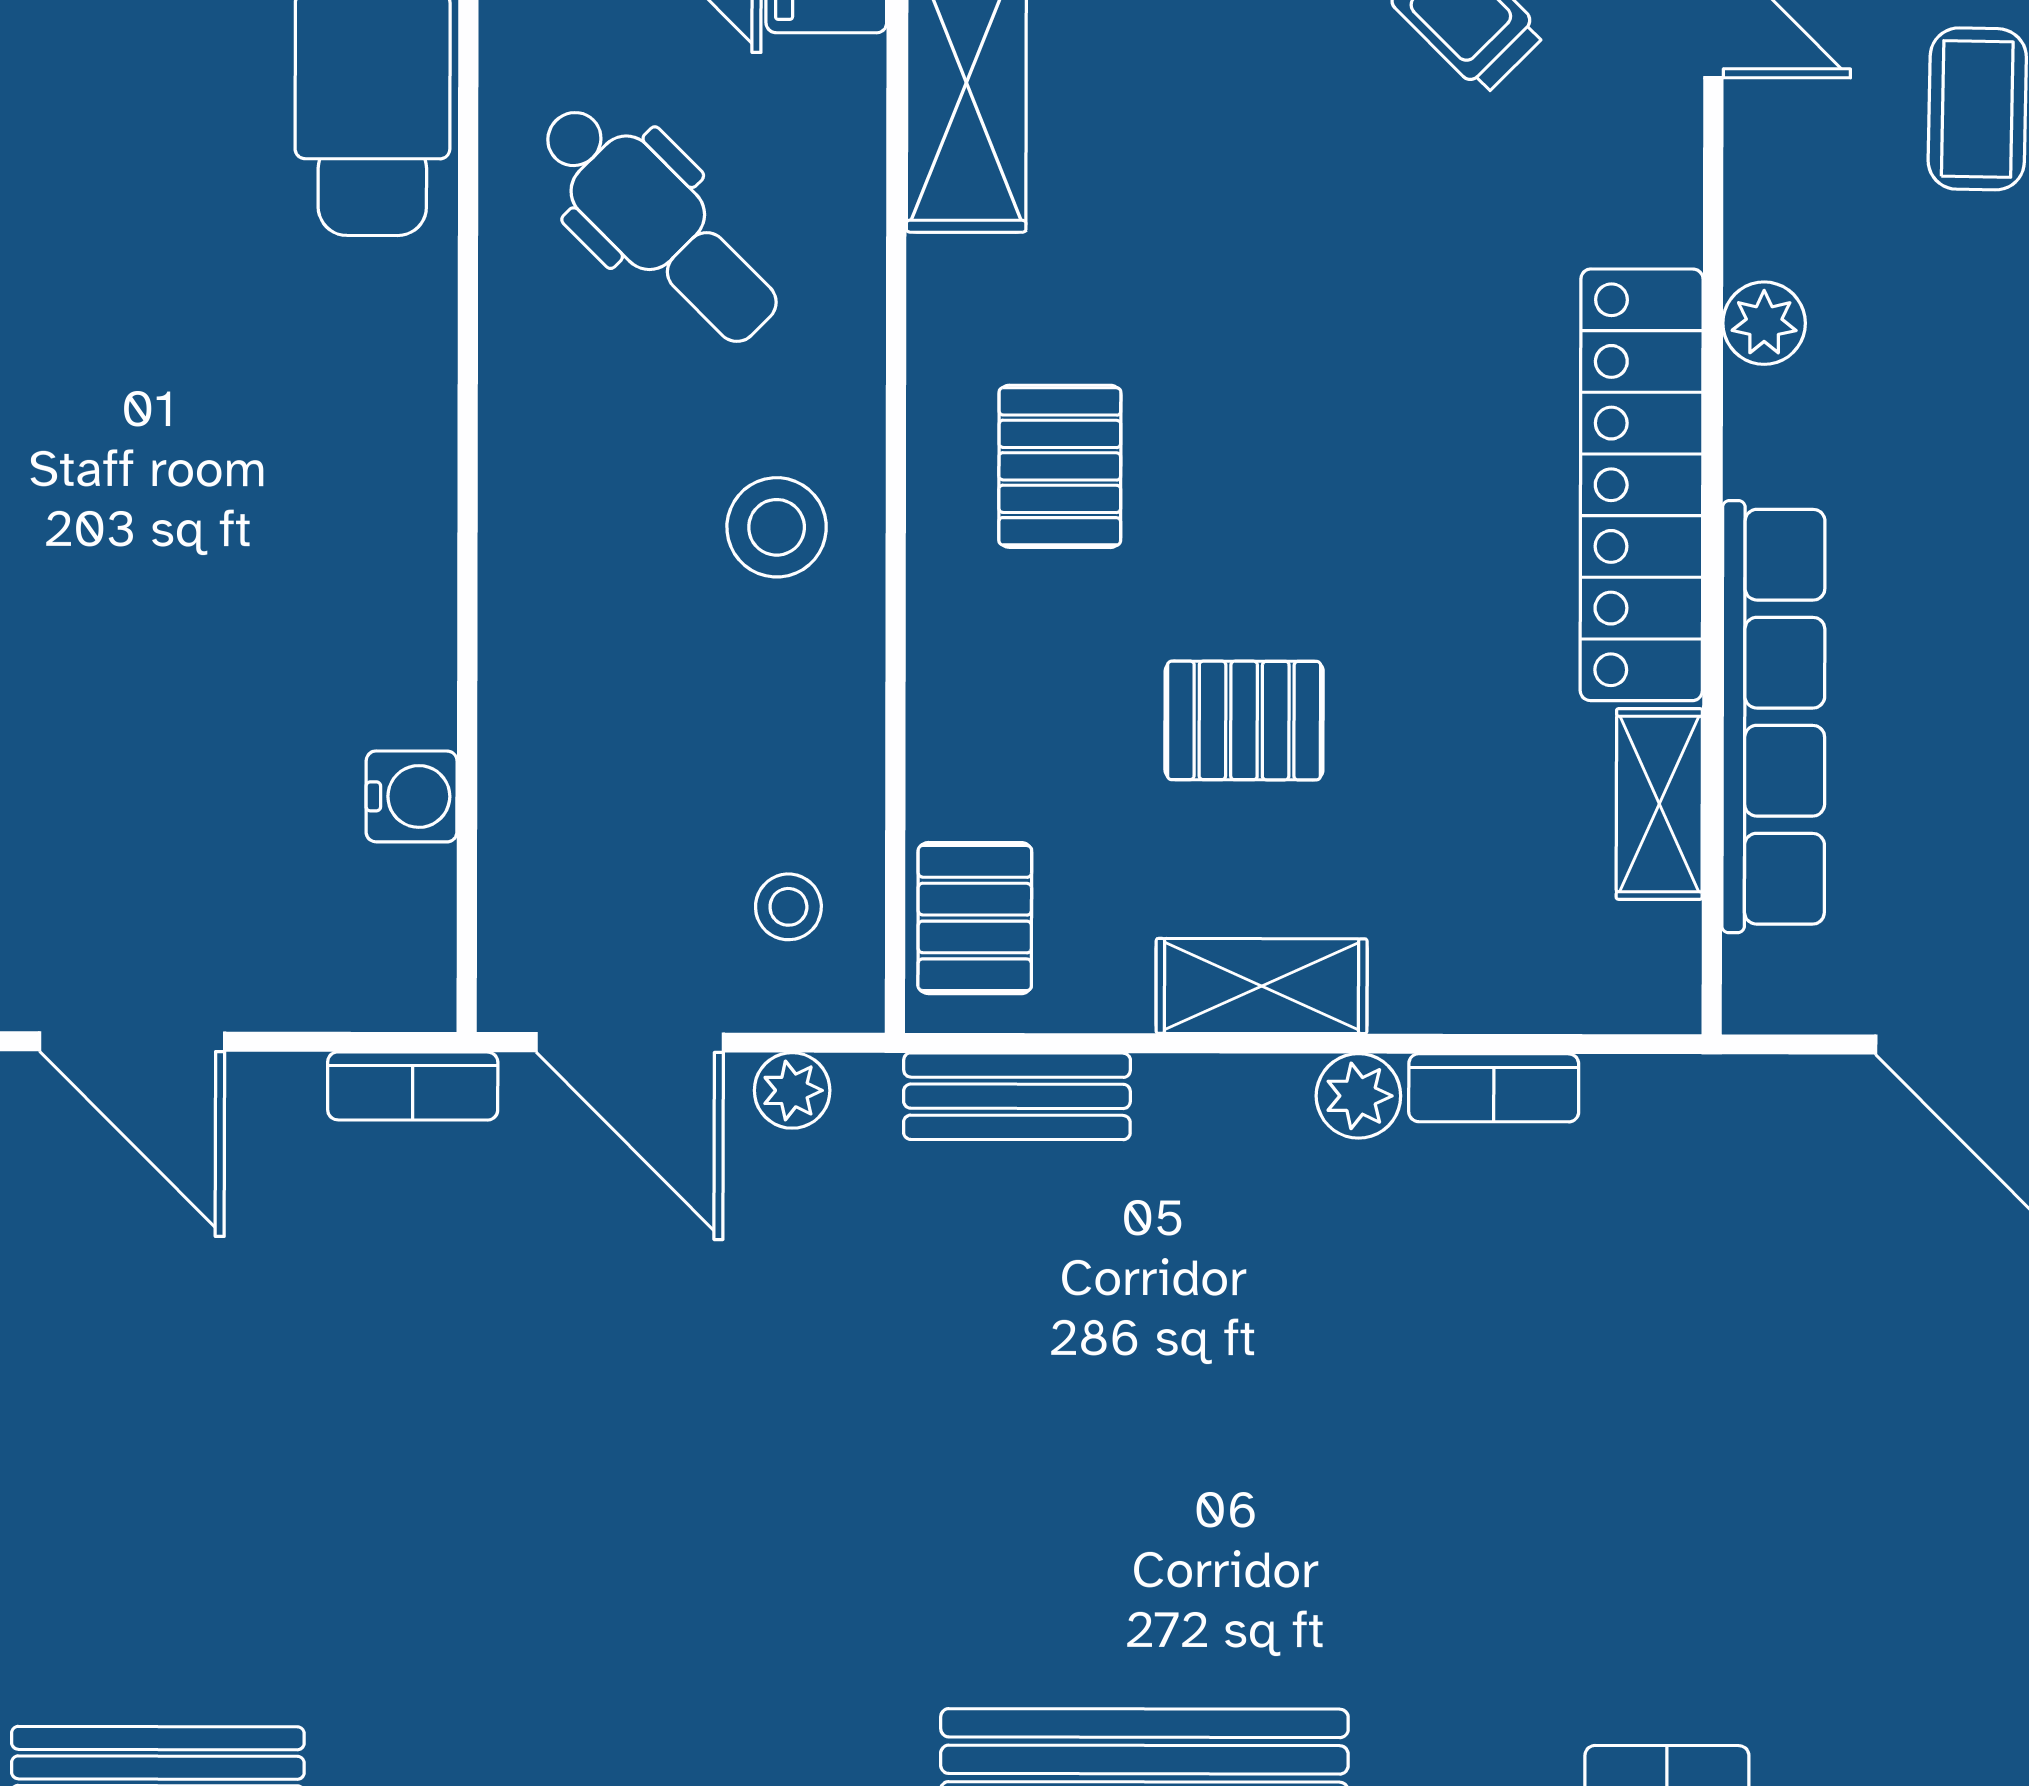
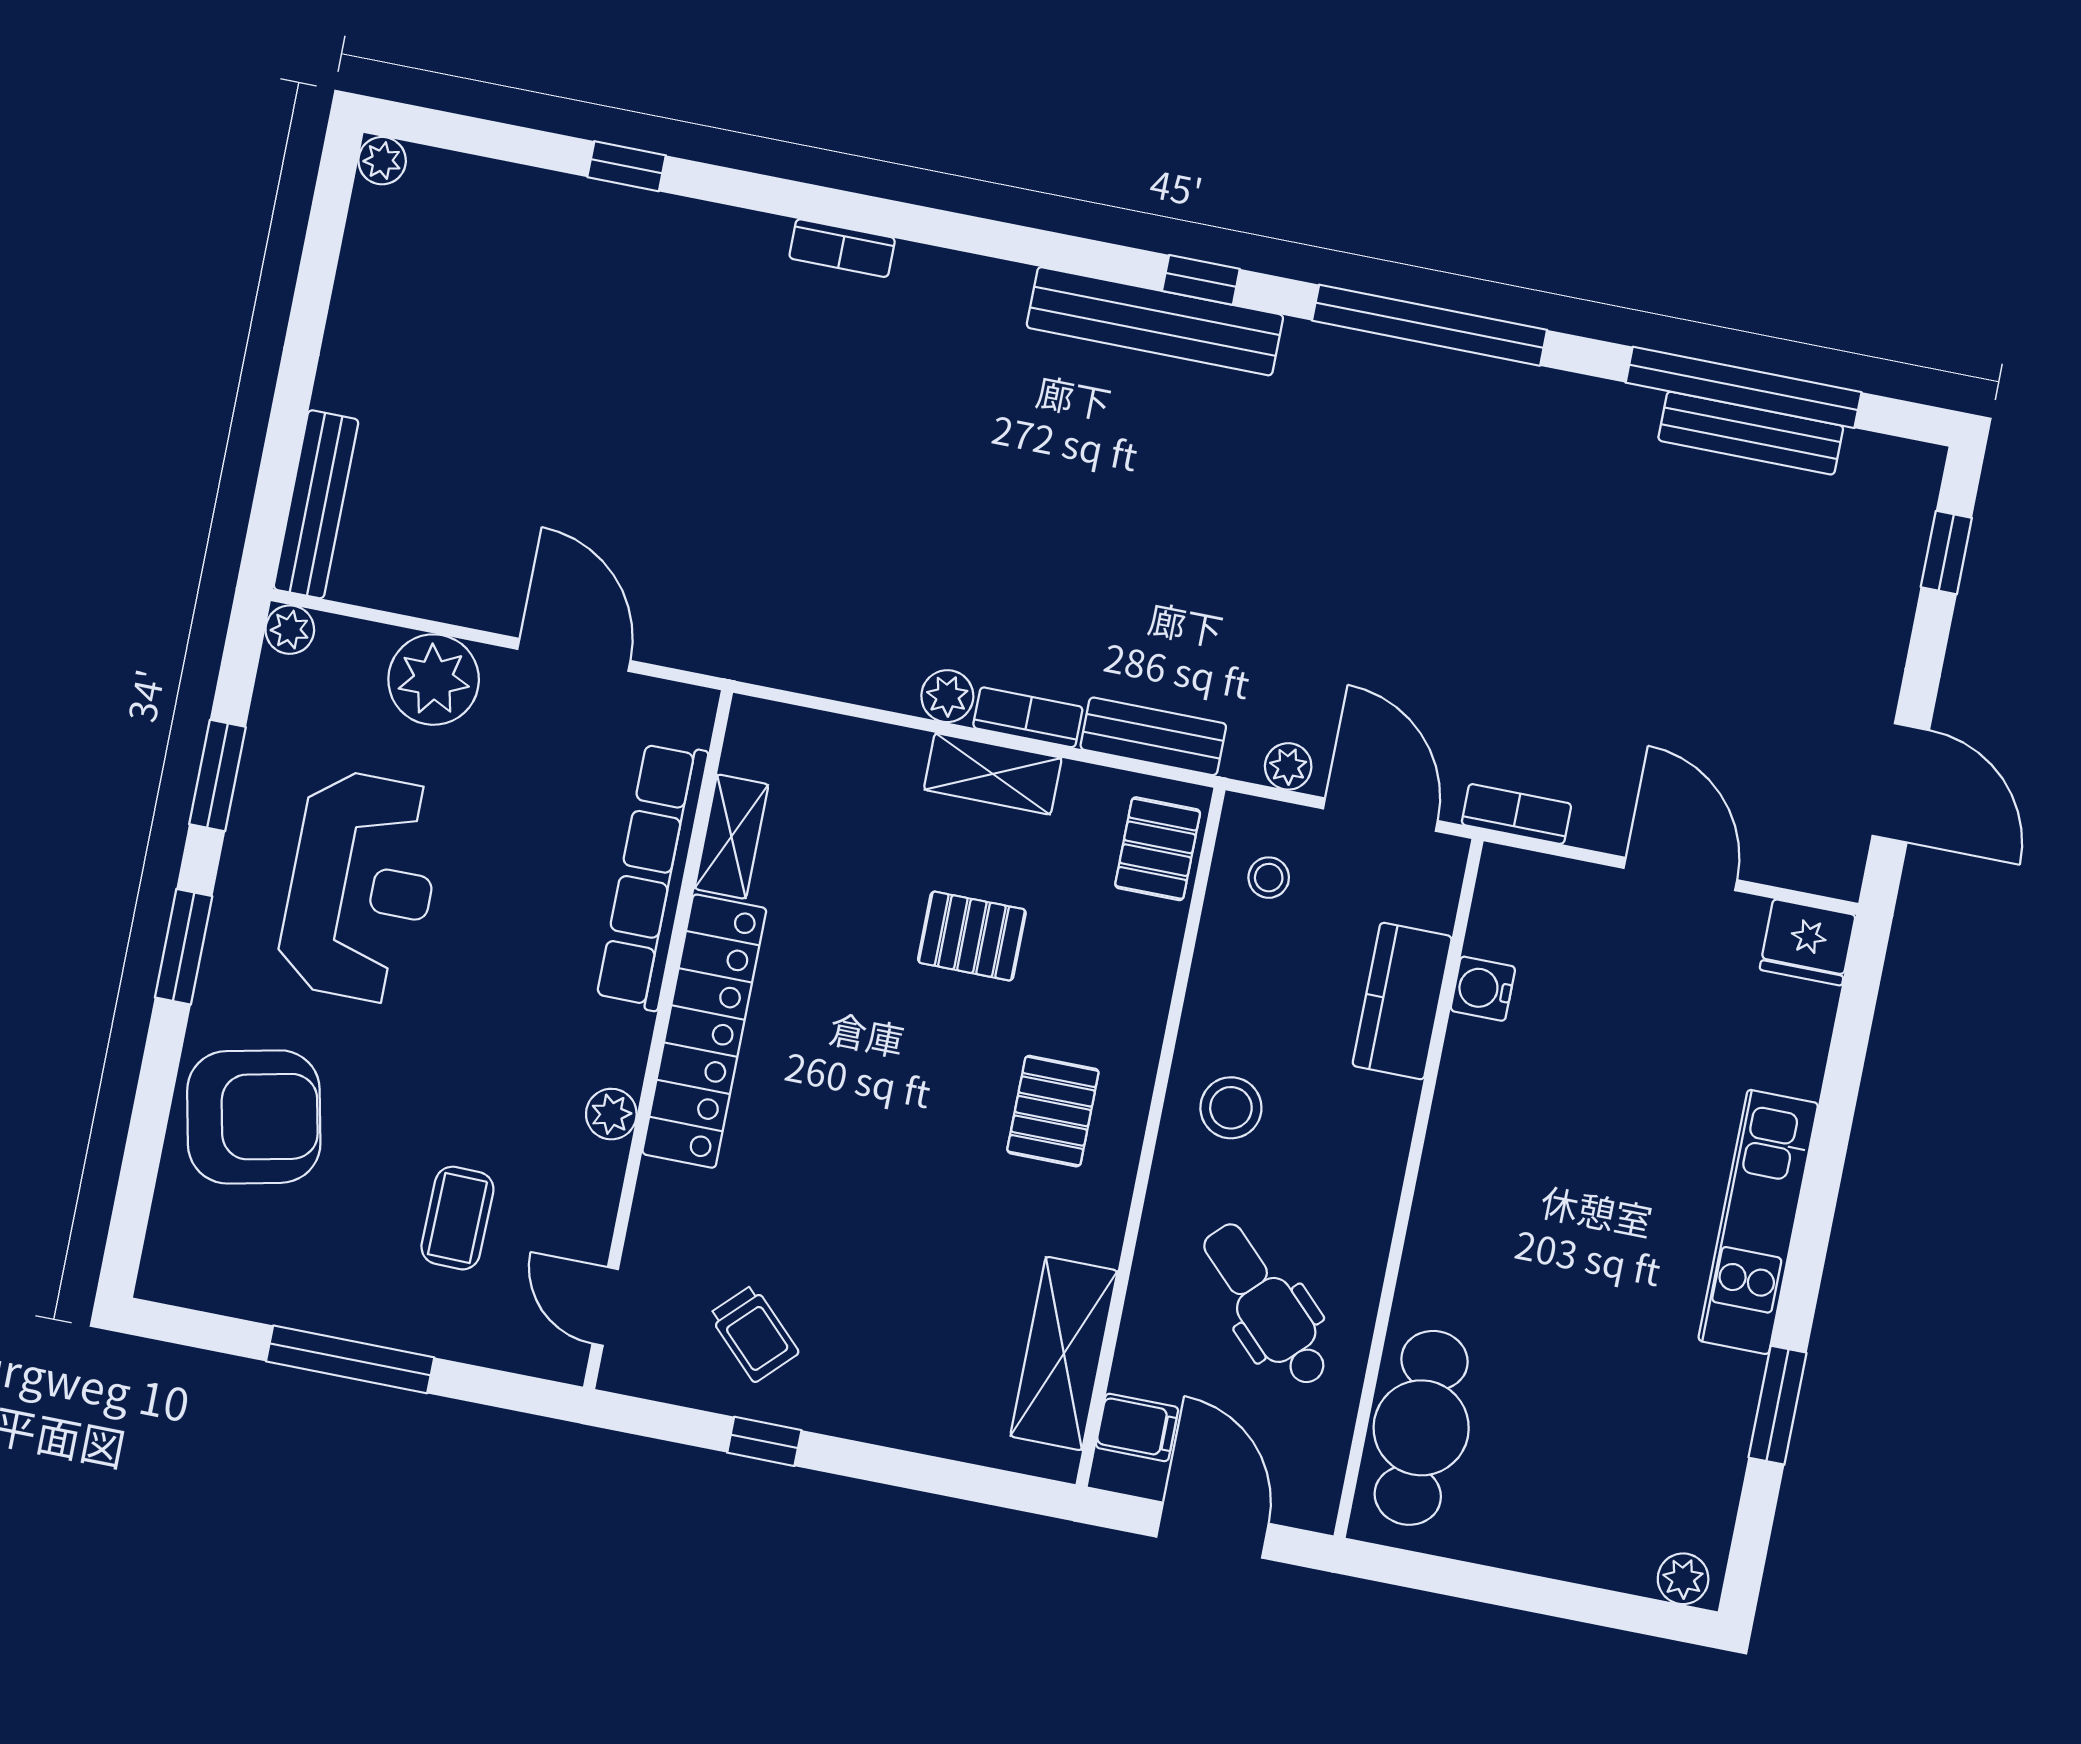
kitchen counter: (537, 751) -> (1402, 1001), added
bookcase: (1494, 1088) -> (1028, 717), moved

